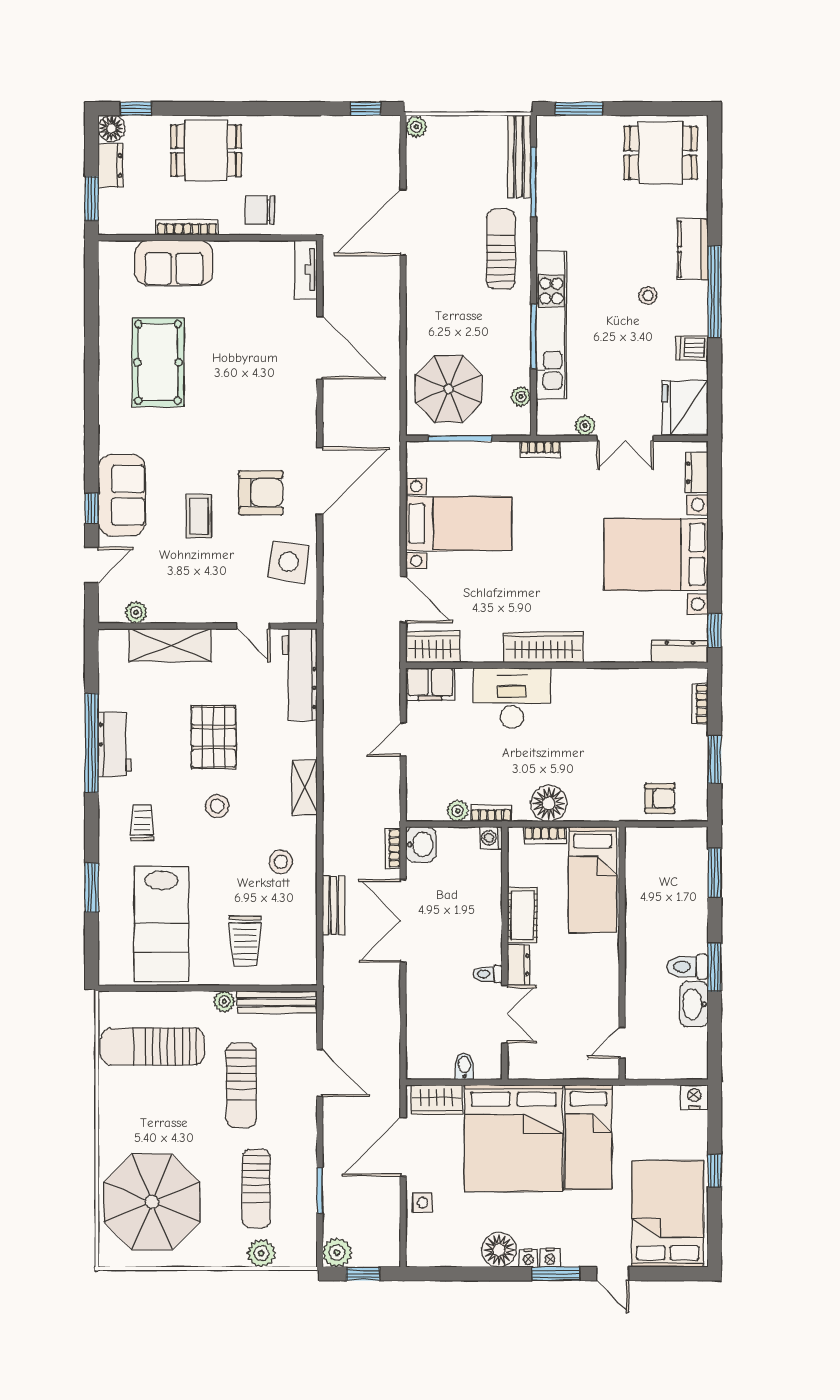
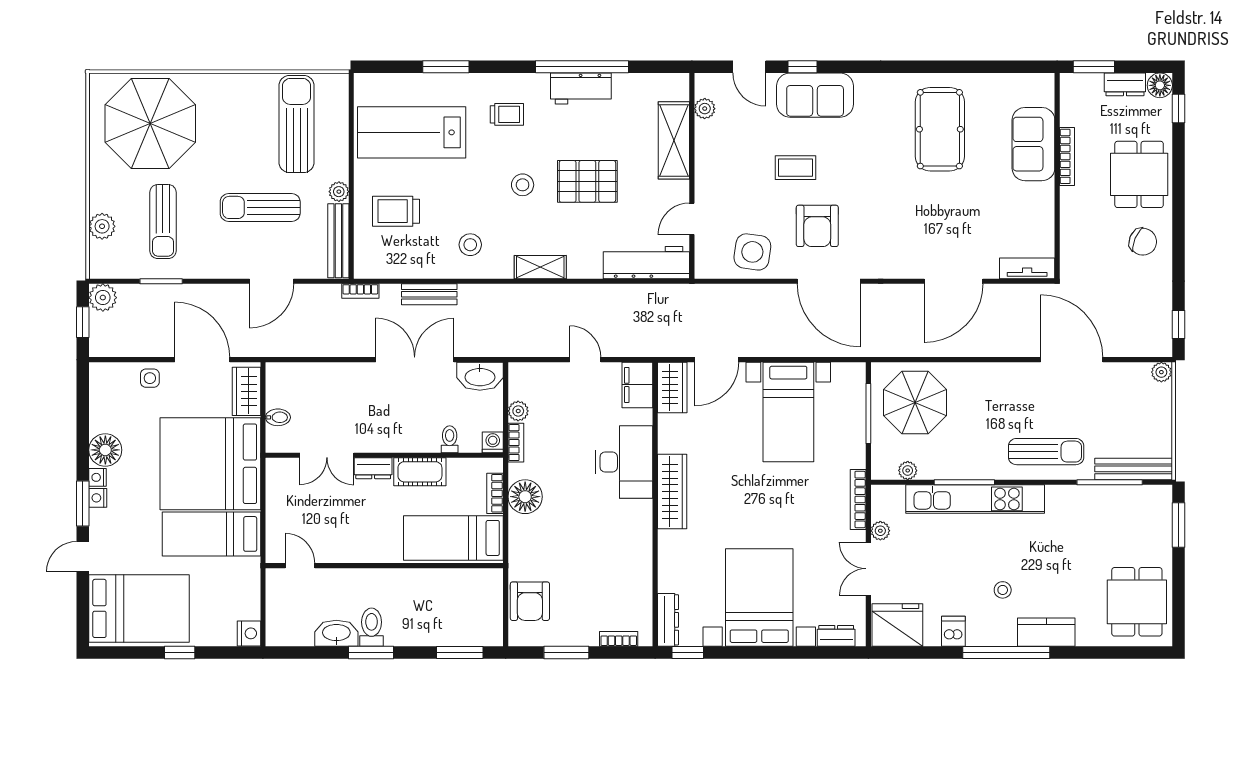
chair: (260, 210) -> (1143, 242), moved, turned 113
pool table: (158, 362) -> (940, 129), turned 90
bookcase: (540, 449) -> (858, 499), width x1.56
armchair: (660, 798) -> (530, 601), width x1.38, depth x1.38
washbasin: (421, 845) -> (480, 376), width x1.38
bookcase: (393, 848) -> (360, 291), moved, turned 180
toilet: (488, 974) -> (450, 439), moved
sun lounger: (256, 1188) -> (163, 222), turned -90

